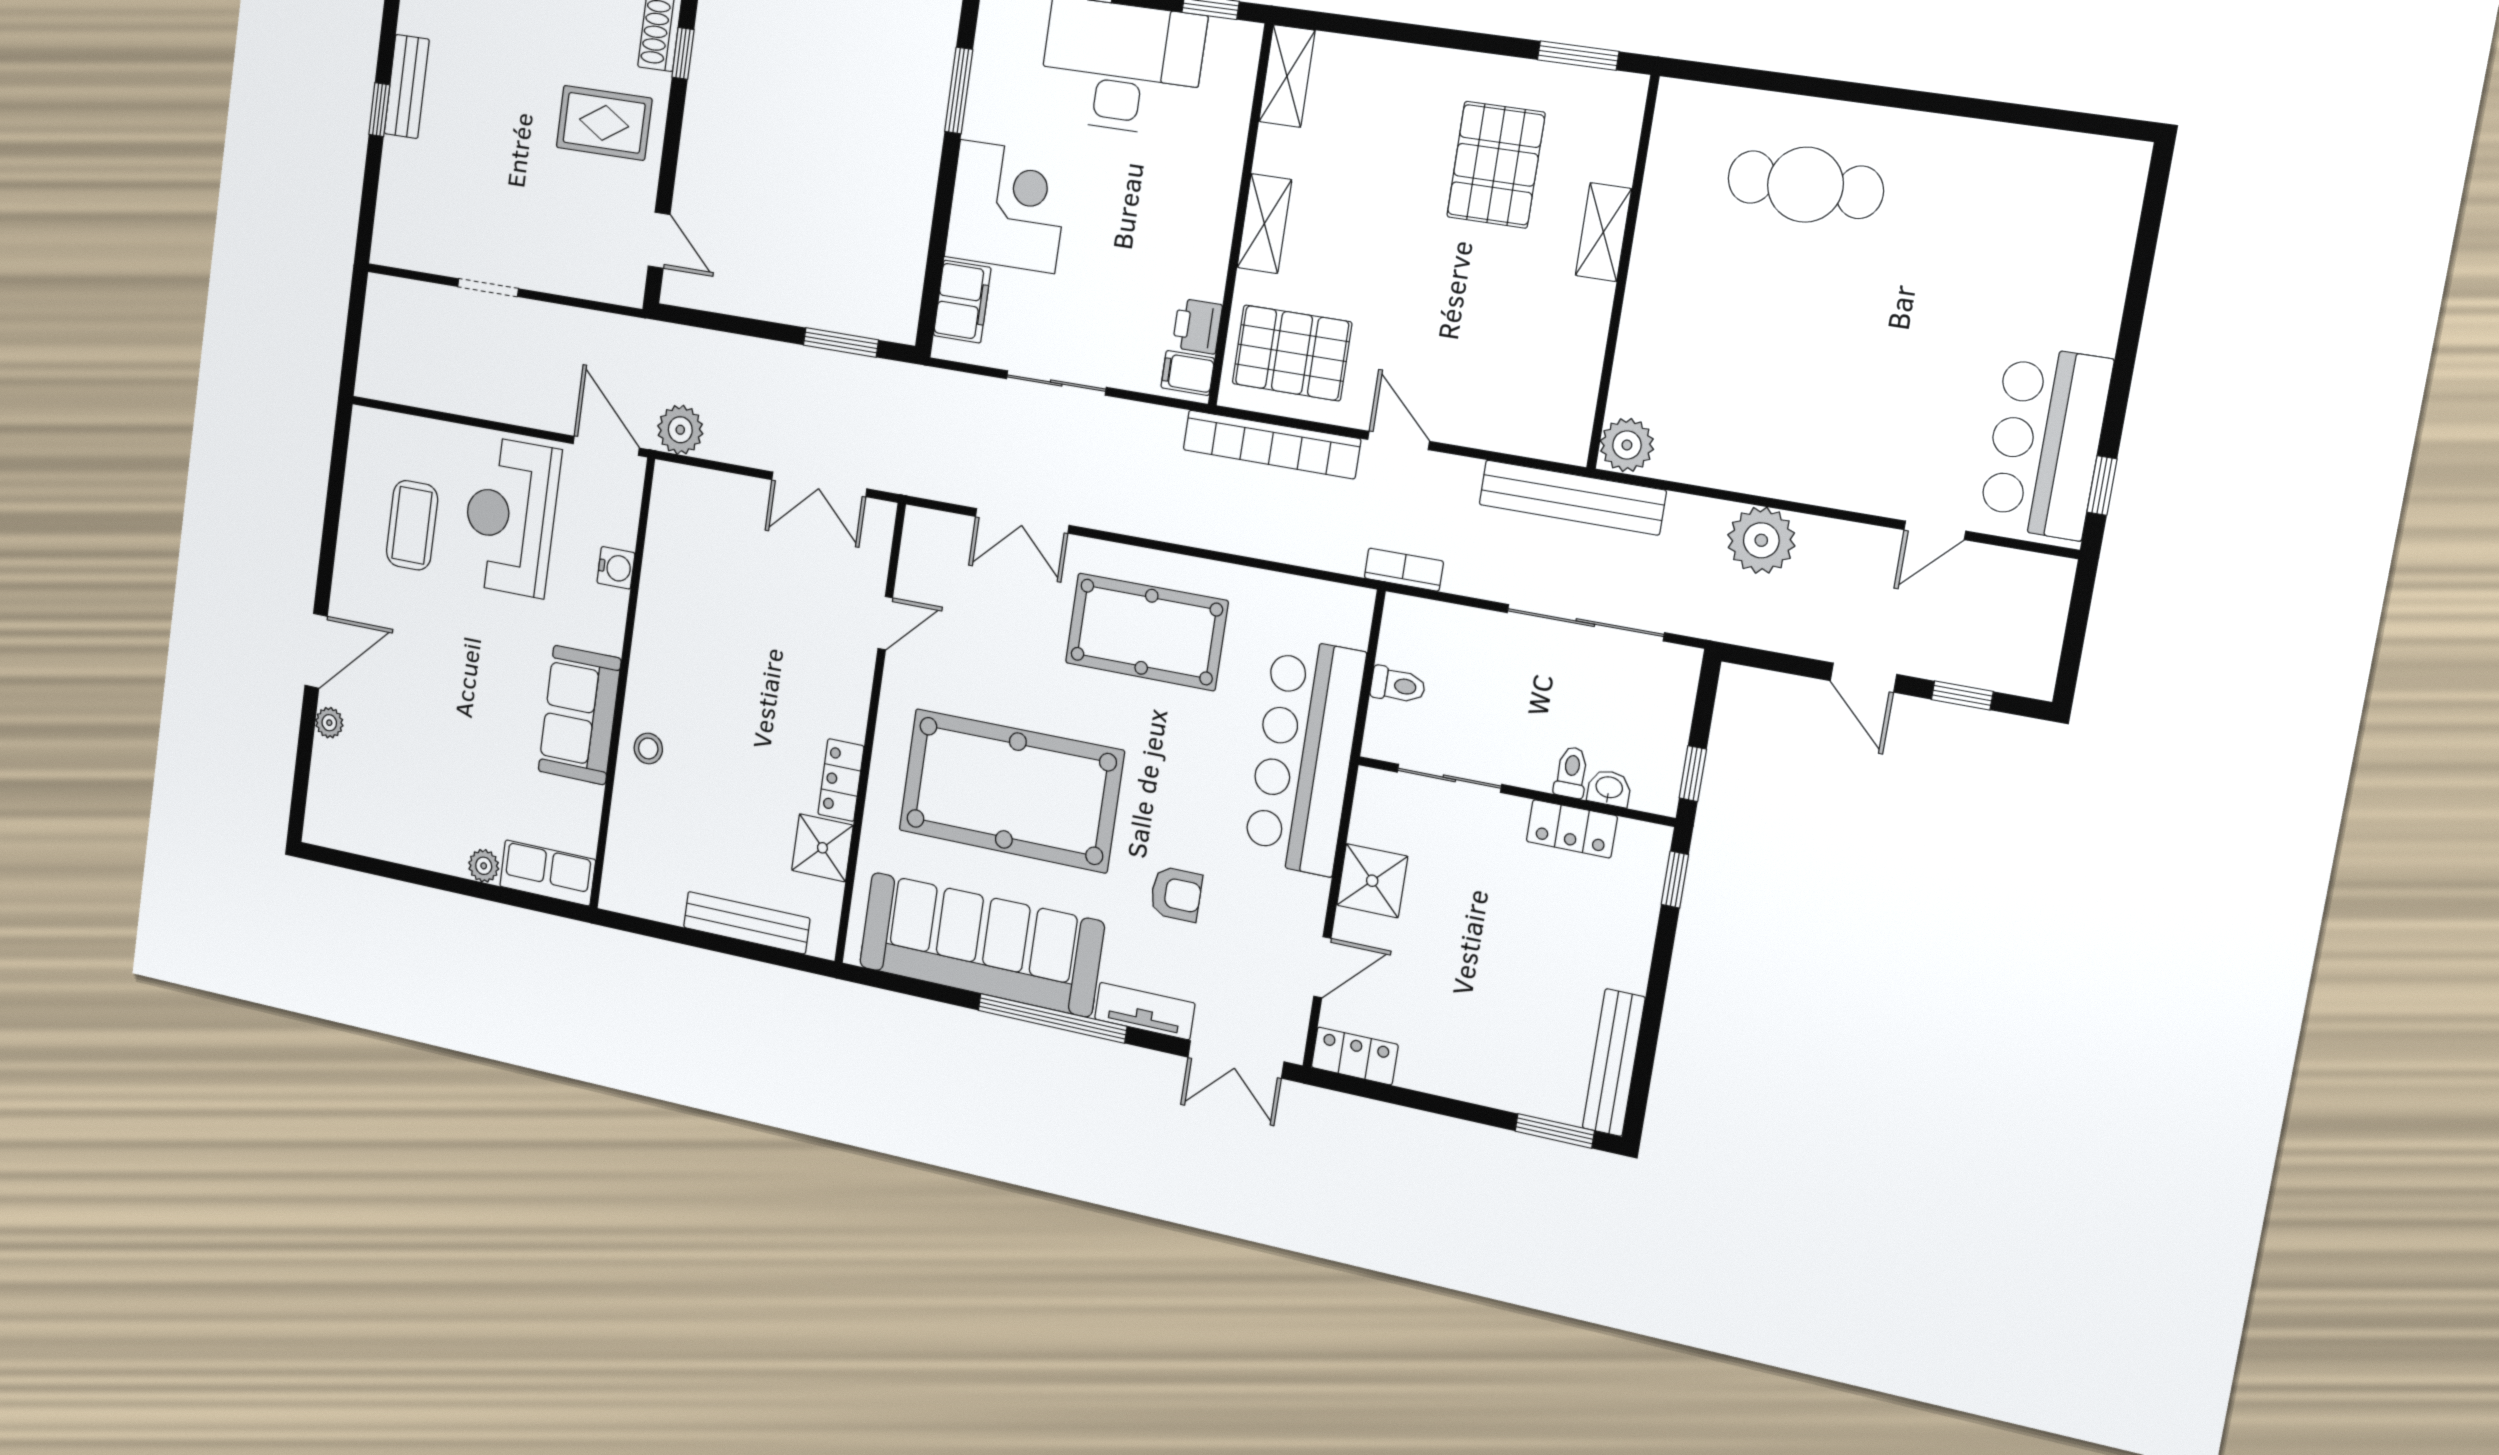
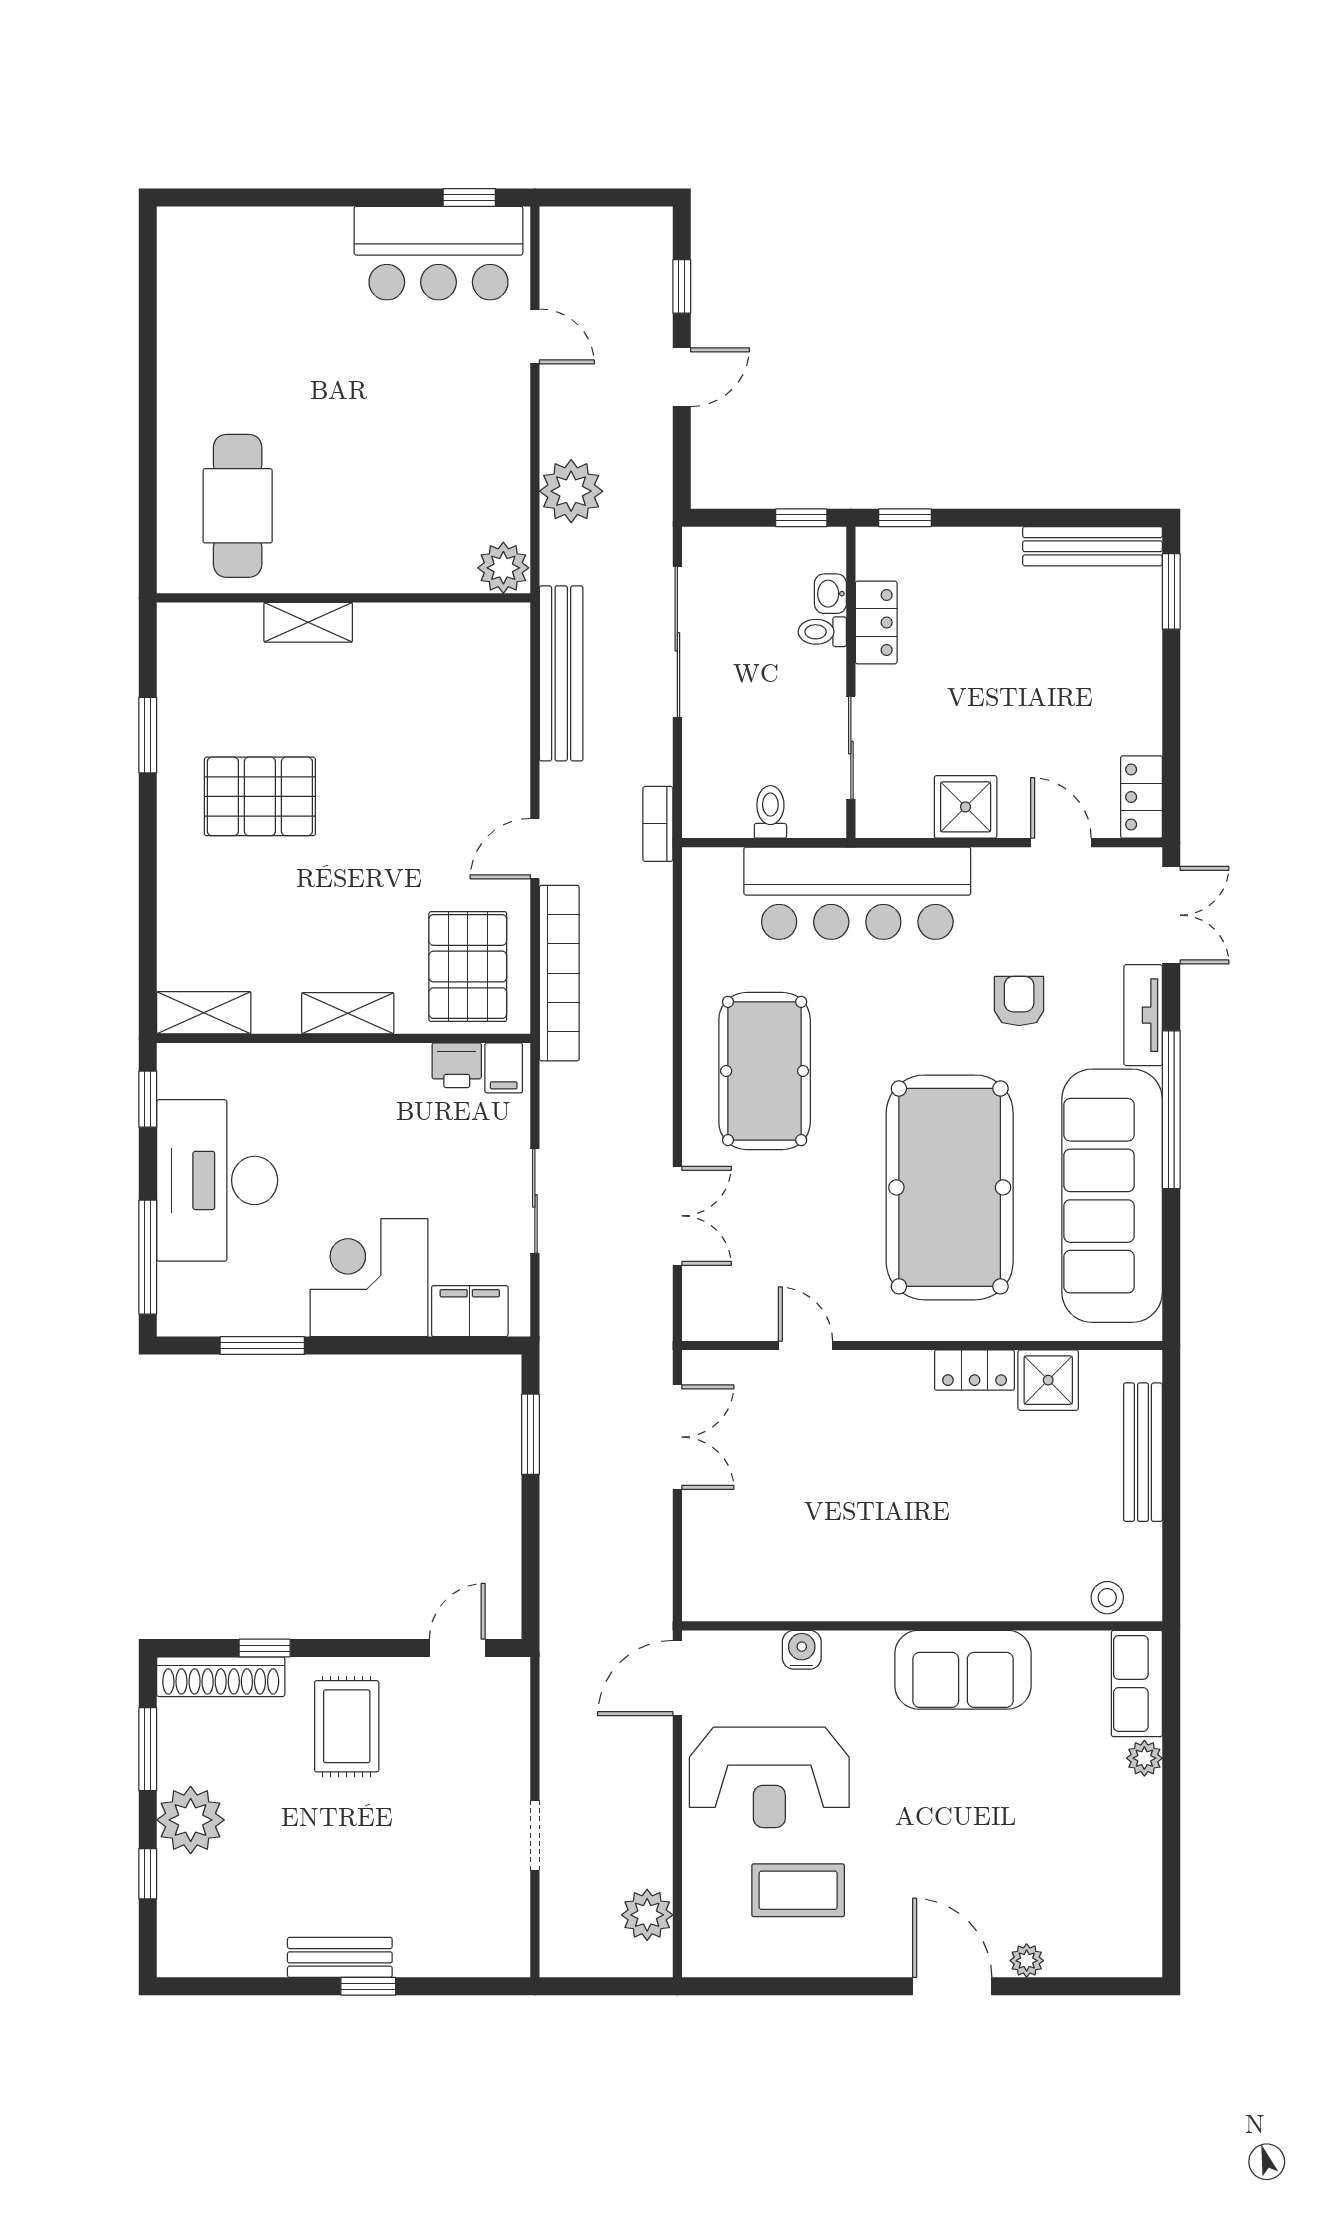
shelving: (1603, 232) -> (308, 622), moved
wall: (1623, 273) -> (344, 598), moved
plant: (680, 430) -> (647, 1915), moved
plant: (1627, 445) -> (503, 568), moved
stool: (648, 748) -> (1107, 1598), moved

